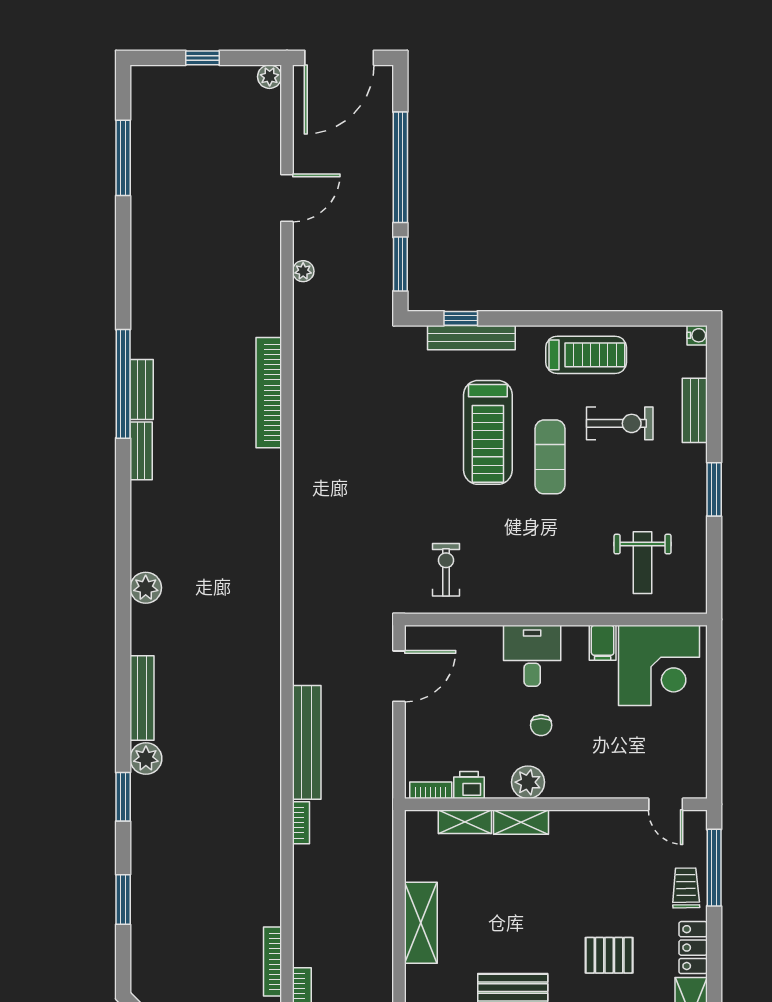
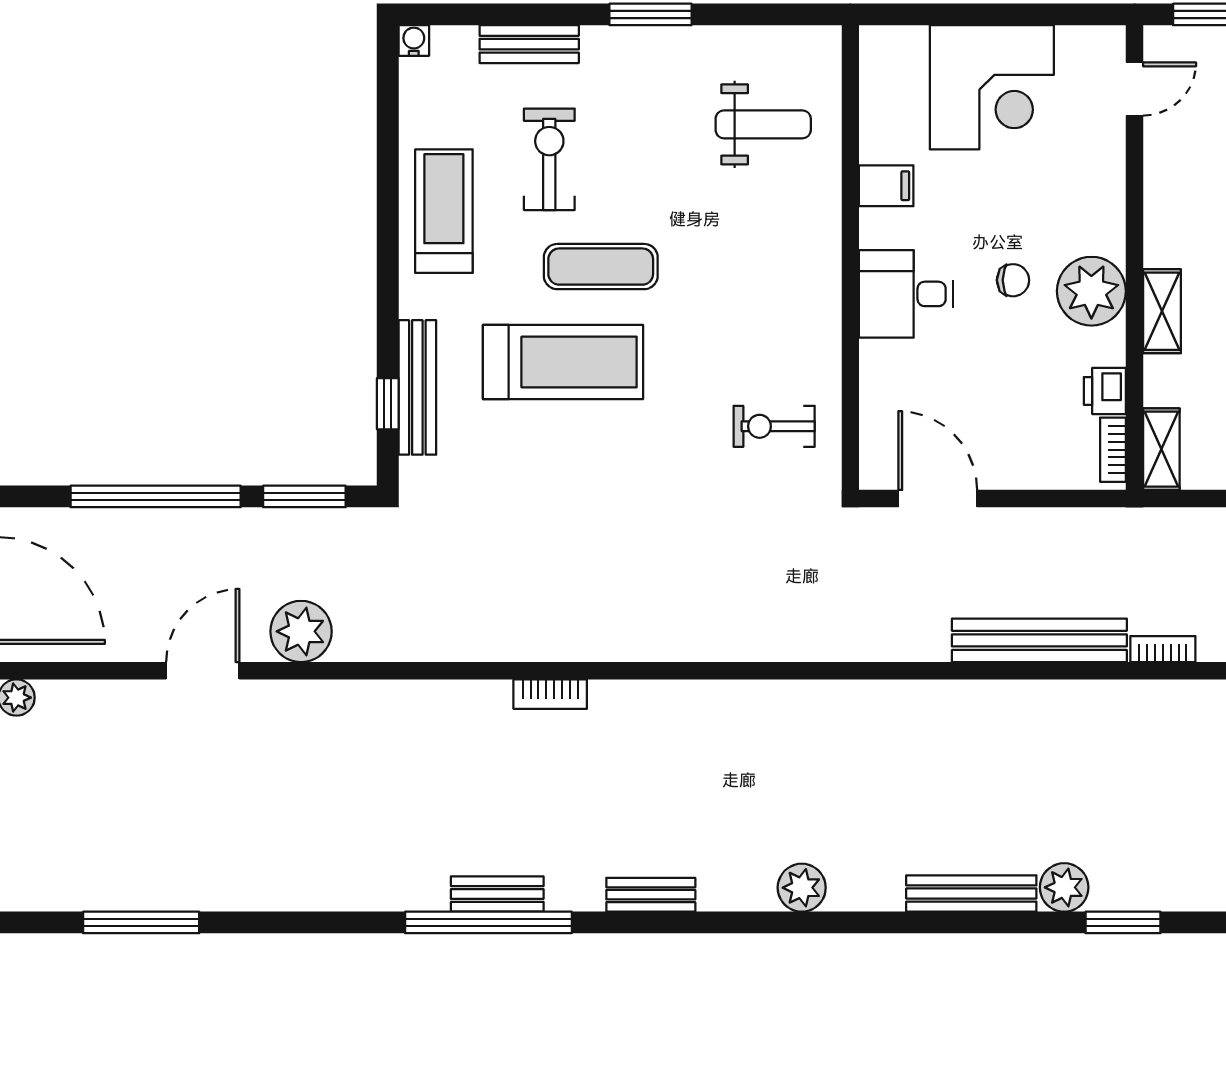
door: (287, 198) -> (203, 671), hinge flipped
plant: (303, 271) -> (301, 631), width x1.88, depth x1.88
bookcase: (269, 393) -> (550, 694), width x0.43, depth x0.76
bench: (141, 451) -> (651, 895), moved
corner desk: (659, 665) -> (992, 87), moved, turned 90
plant: (528, 782) -> (1091, 291), width x1.36, depth x1.36
shelving: (465, 822) -> (1161, 449), moved

